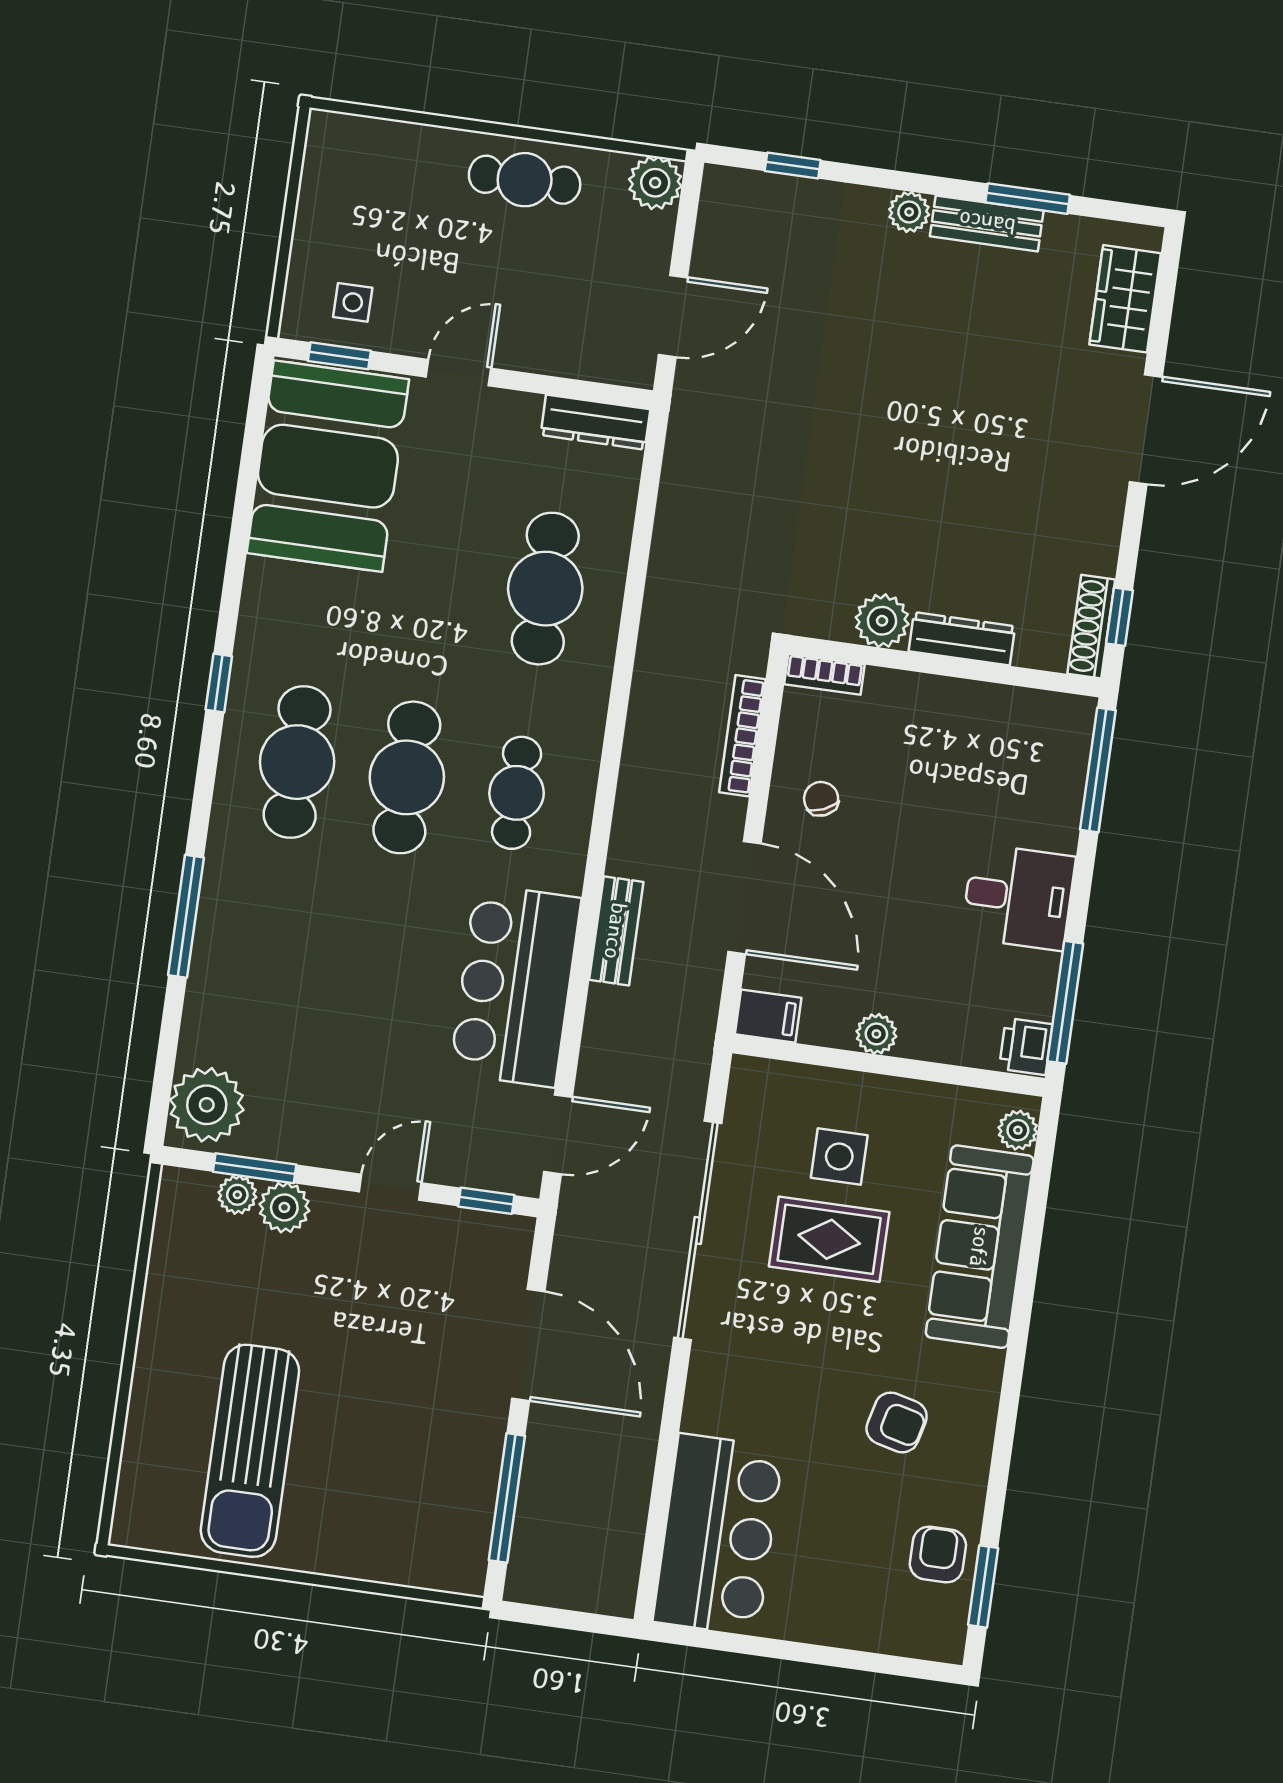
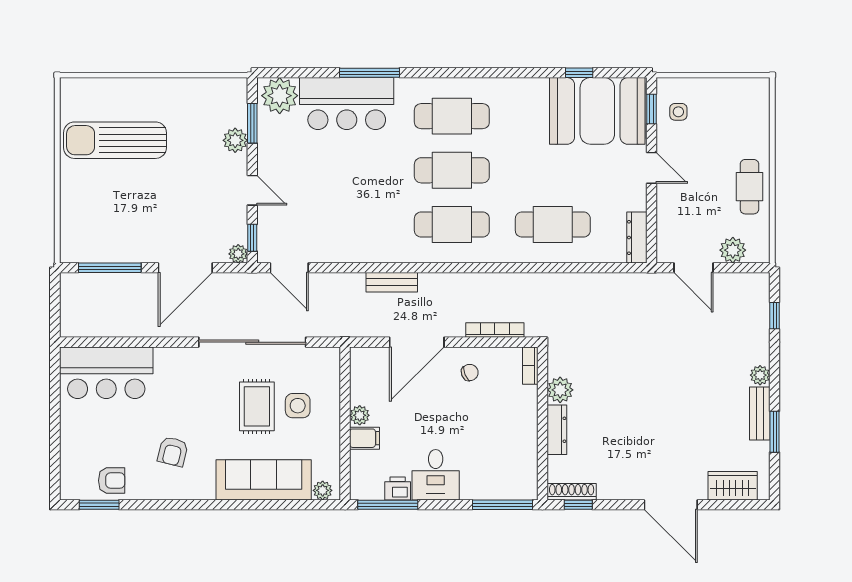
plant: (655, 183) -> (733, 250), moved
window: (219, 683) -> (579, 73), moved
cafe table: (517, 793) -> (452, 225), width x1.37, depth x1.35
bar counter: (515, 986) -> (347, 104), moved, turned 180
filing cabinet: (768, 1016) -> (365, 438), moved, turned -90
printer: (1026, 1046) -> (398, 488), moved
plant: (237, 1195) -> (238, 254), moved

